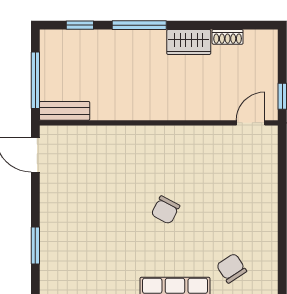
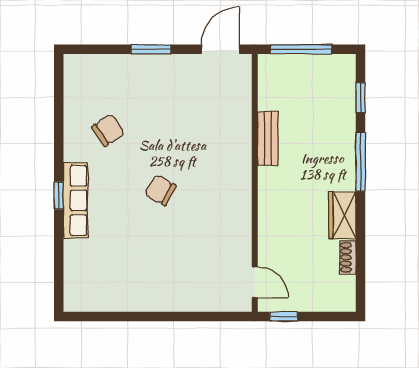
bench: (65, 111) -> (268, 139), moved
window: (35, 246) -> (151, 49), moved
chair: (232, 268) -> (108, 130), moved

